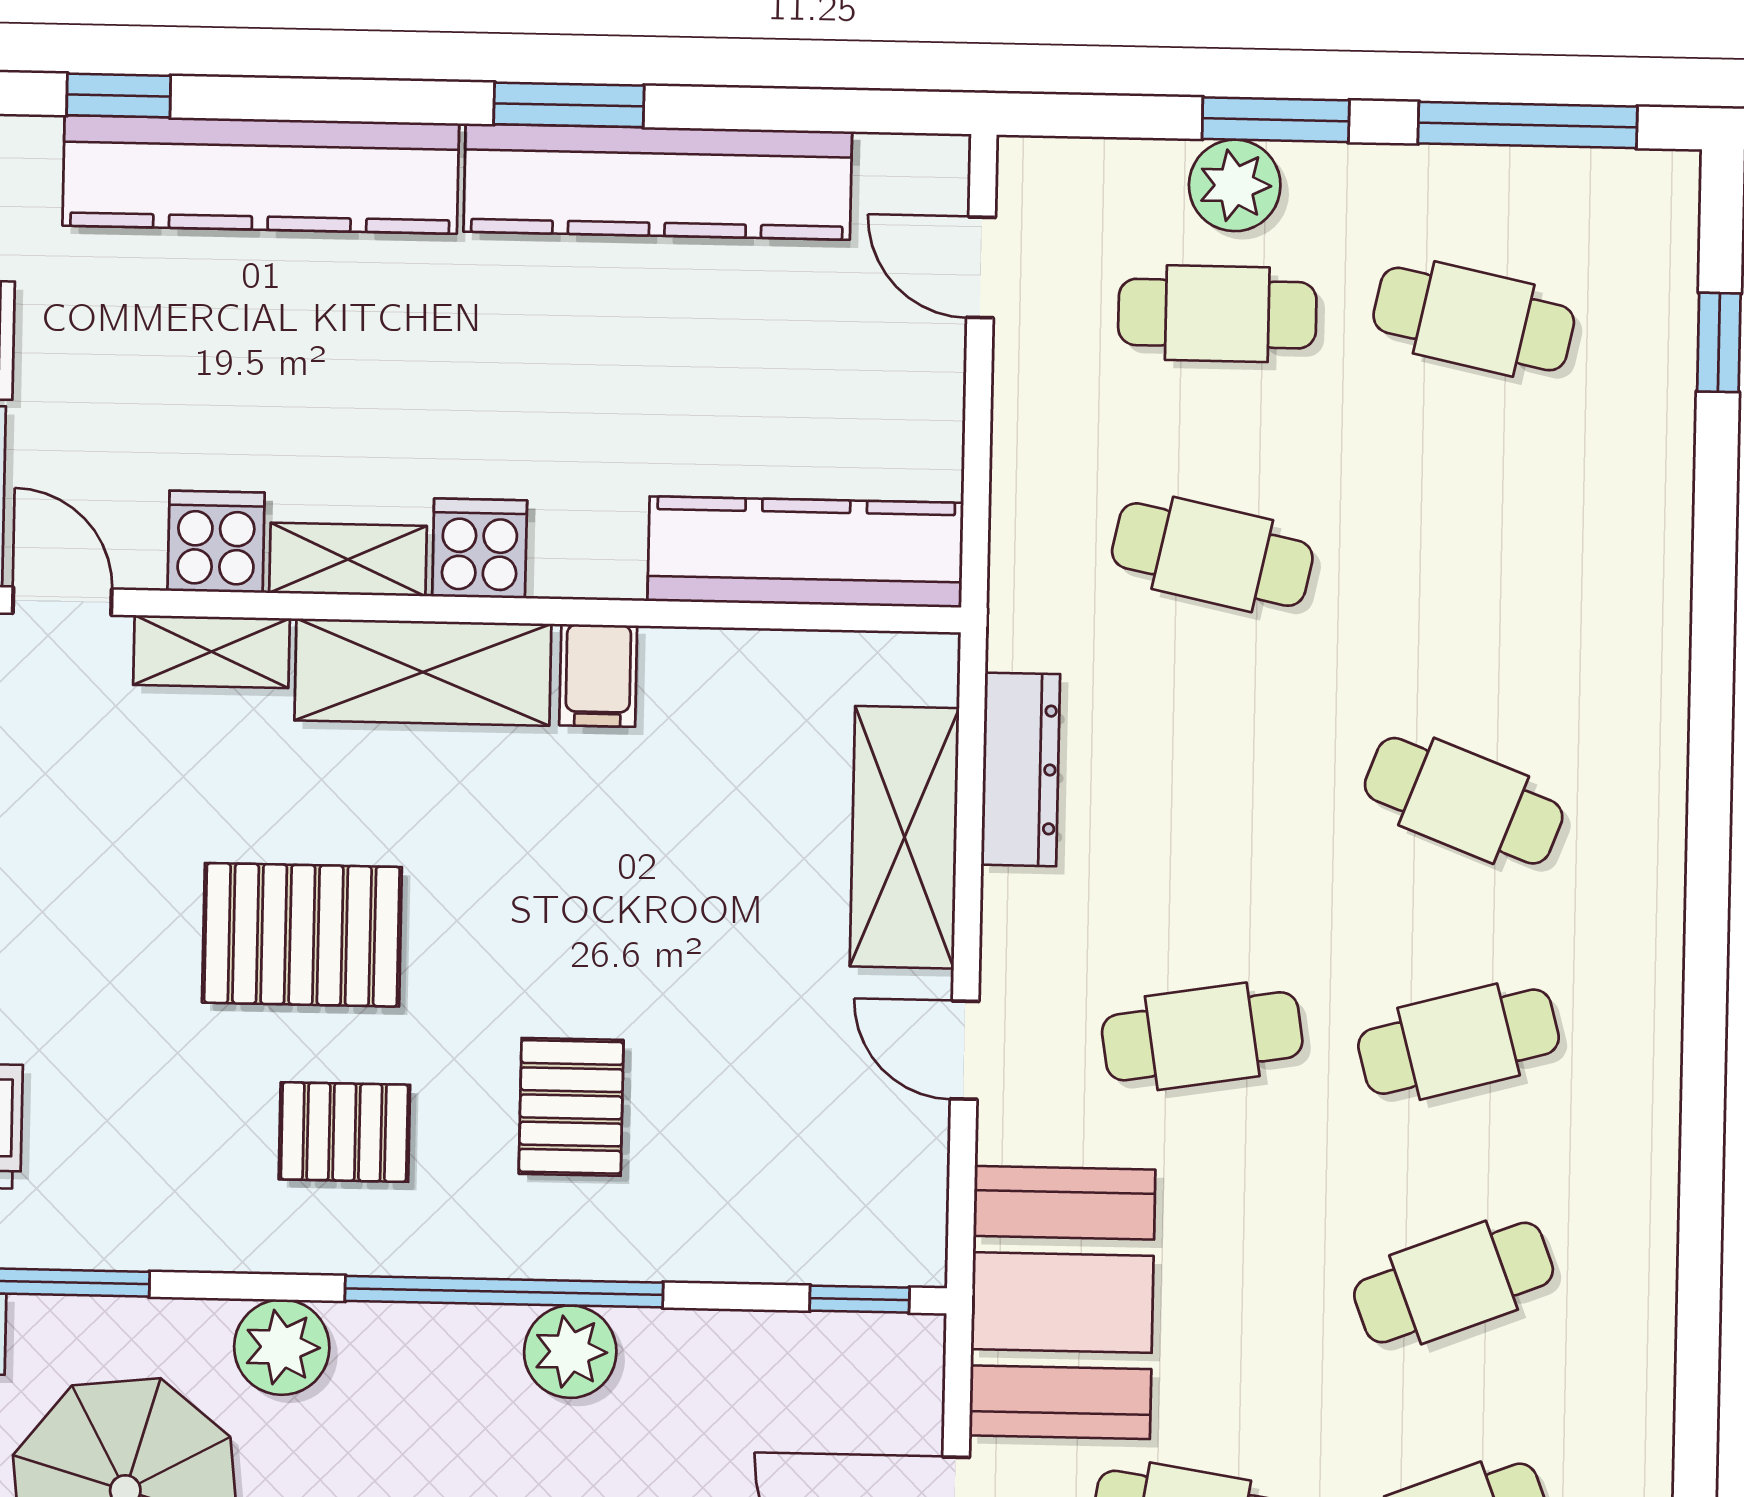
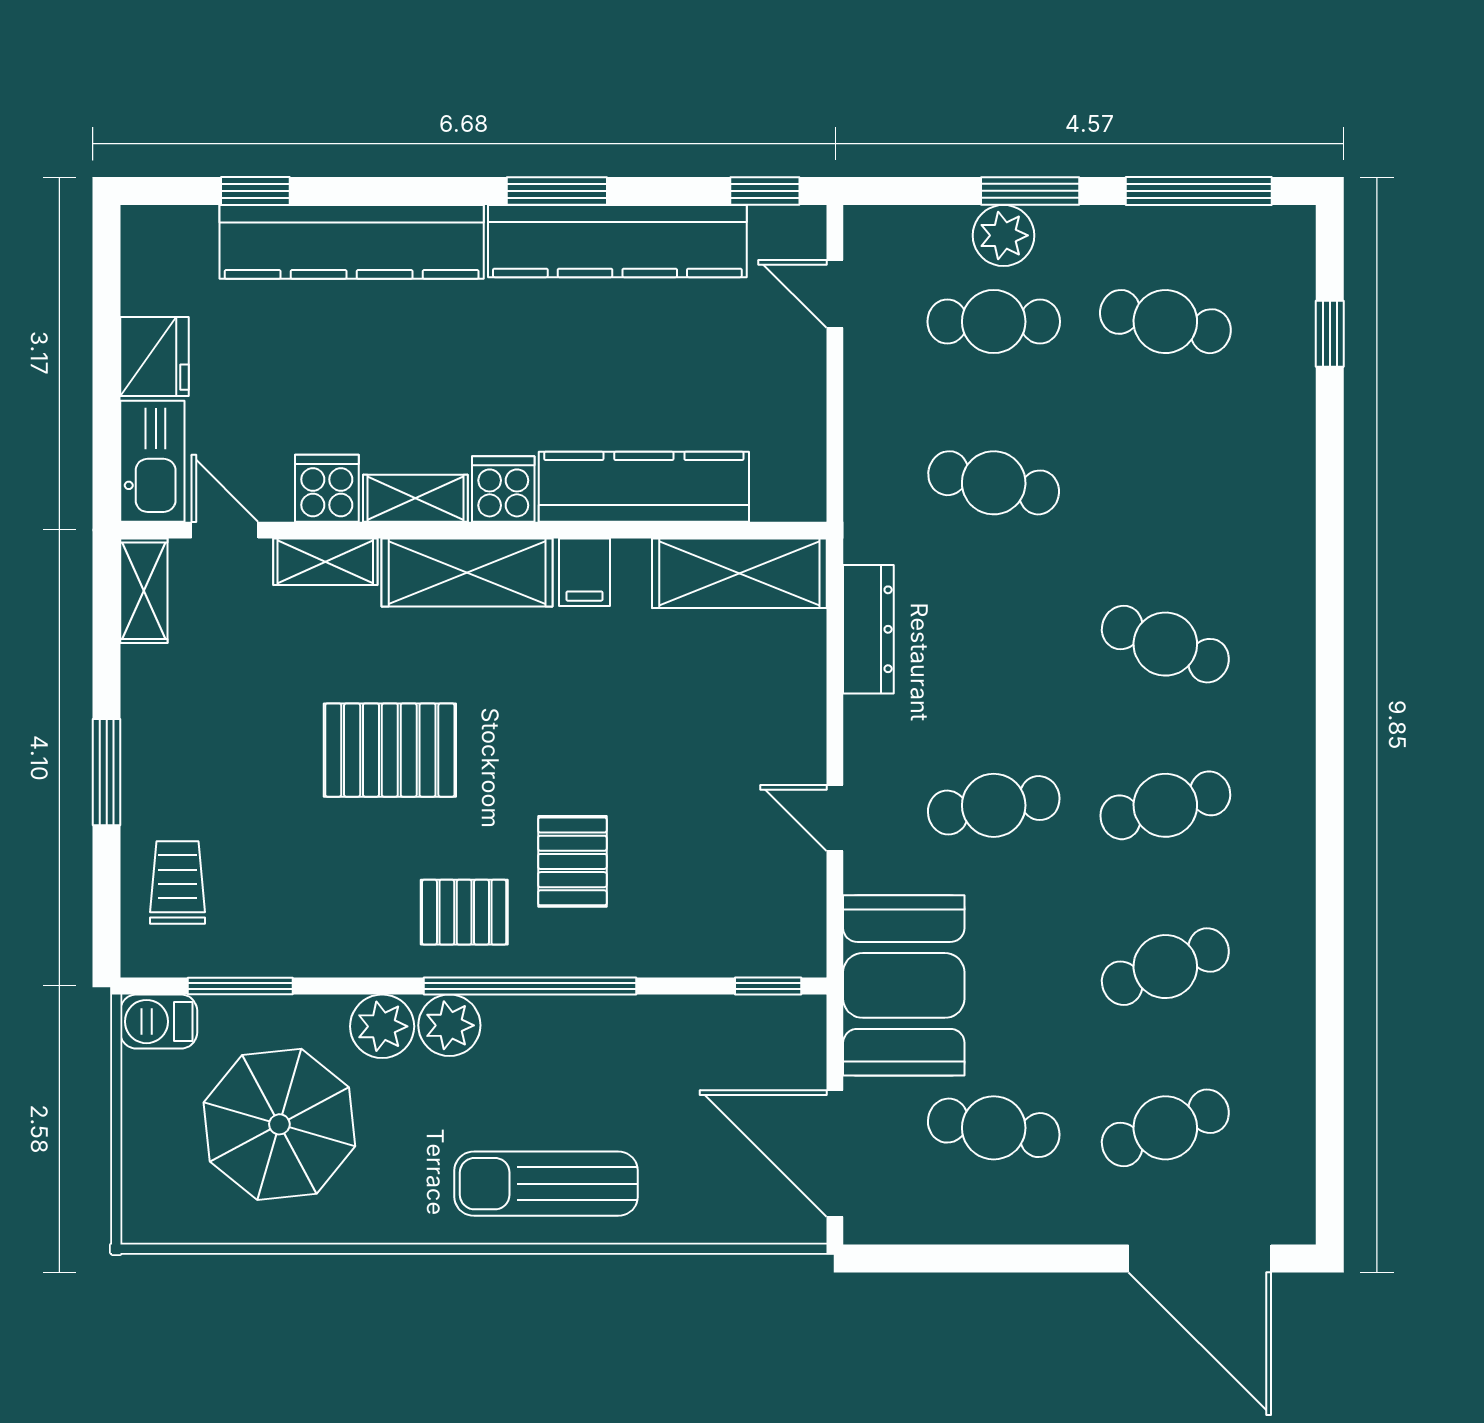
window: (880, 111) -> (765, 191), added
kitchen counter: (805, 552) -> (644, 487), moved
shelving: (904, 837) -> (739, 573), moved, turned 90
pallet: (344, 1132) -> (464, 912), moved
plant: (570, 1352) -> (449, 1025), moved

